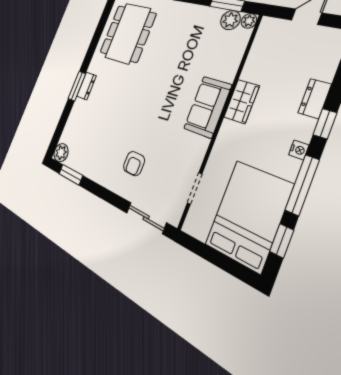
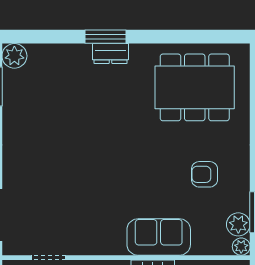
sofa: (208, 107) -> (159, 237), moved
armchair: (134, 164) -> (205, 174), moved

